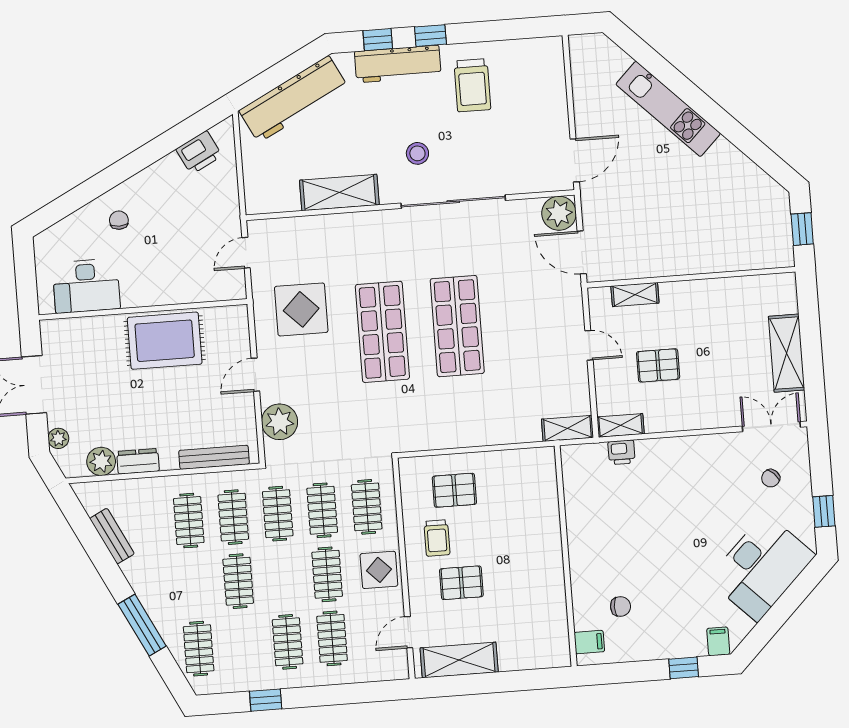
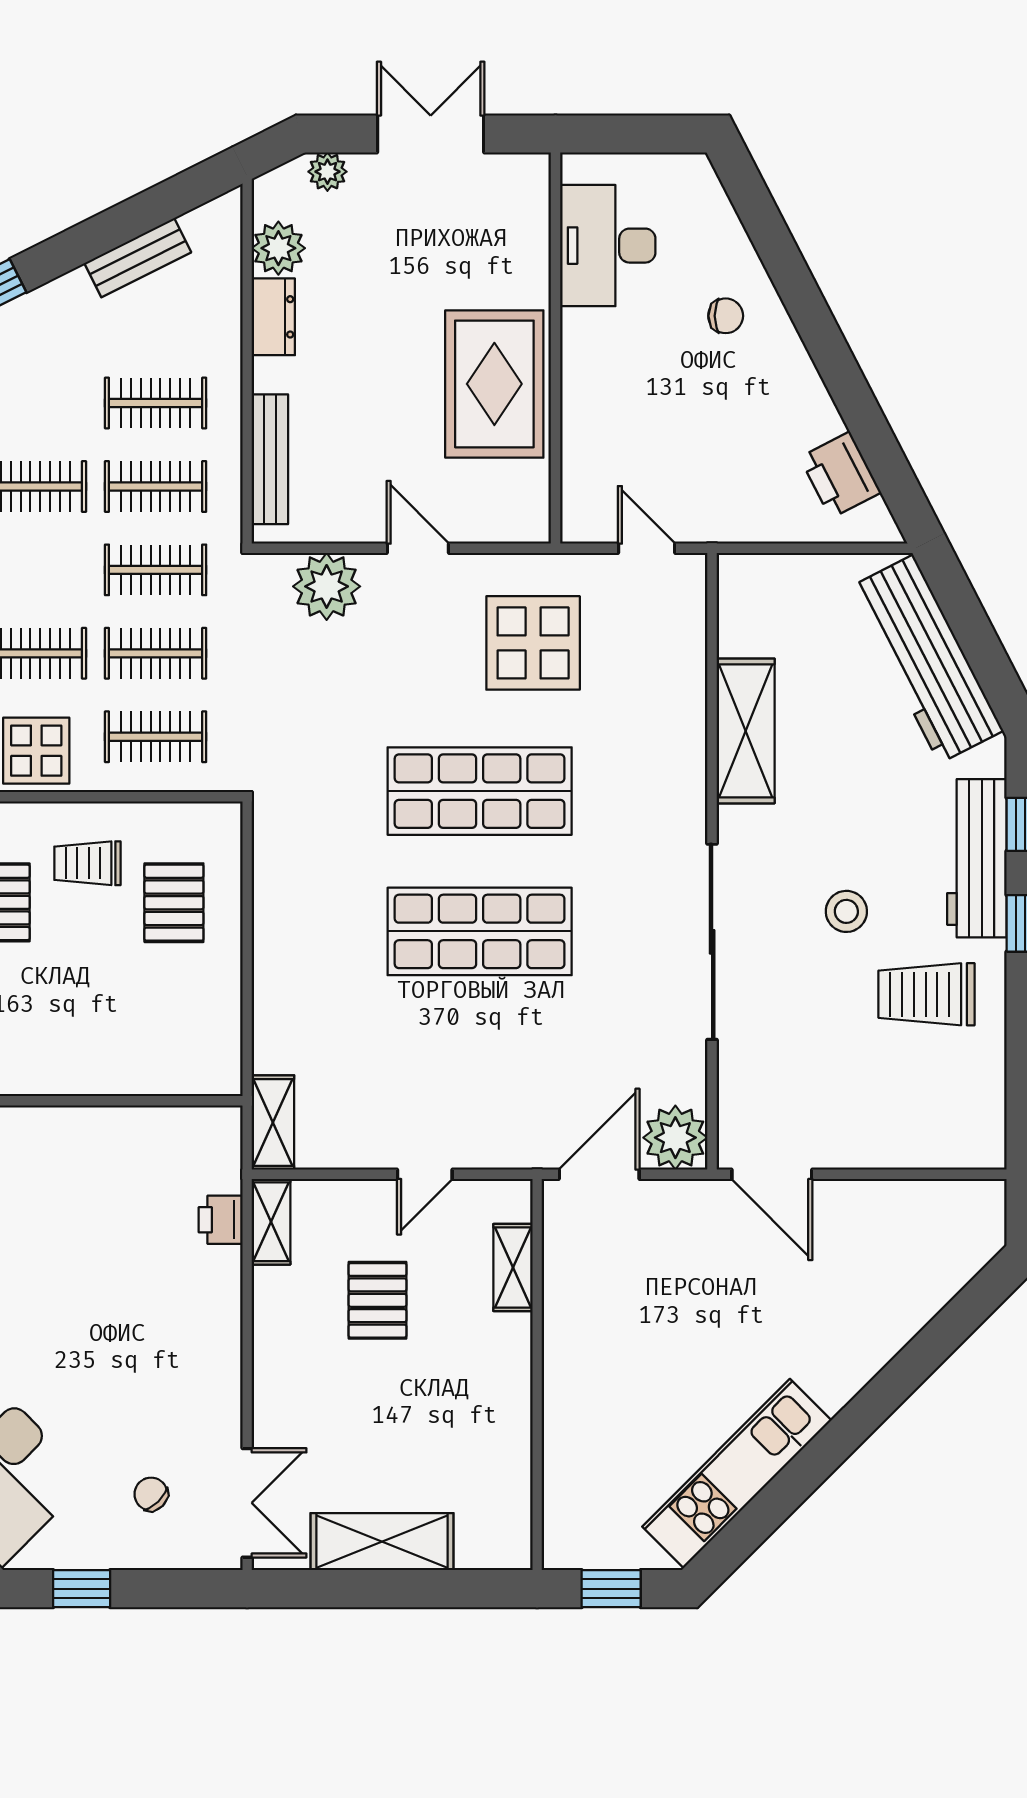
kitchen unit: (668, 109) -> (737, 1473), moved
stool: (417, 153) -> (846, 911), moved

